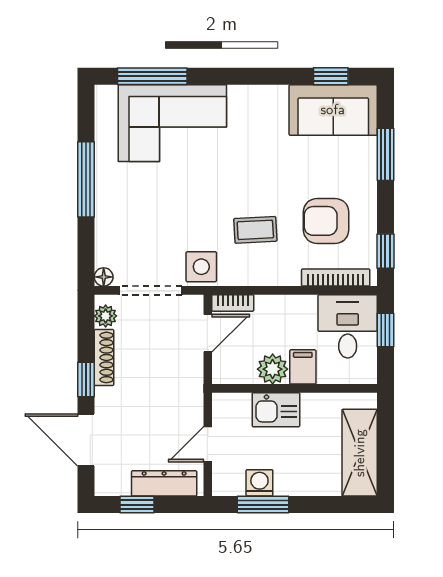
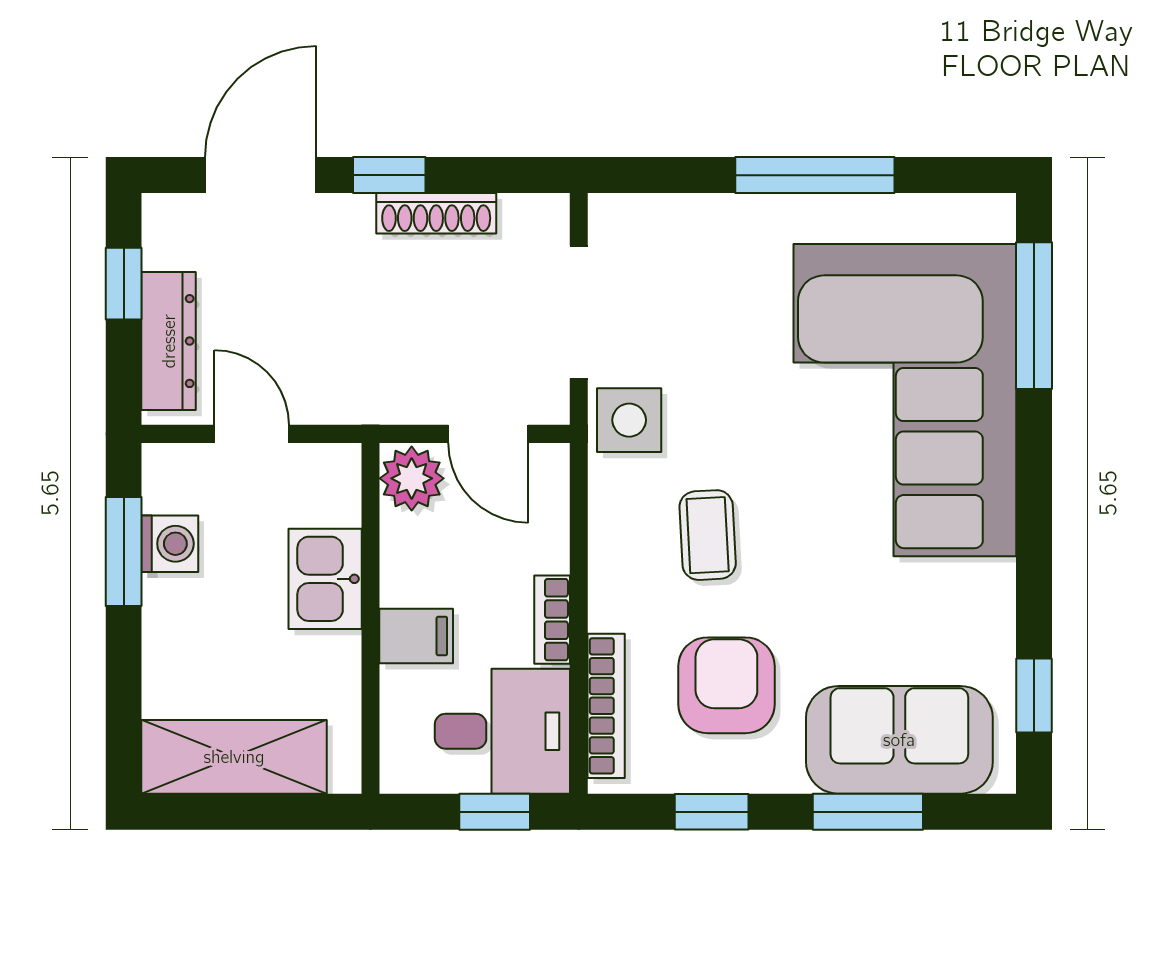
sofa: (333, 110) -> (899, 740), moved, turned 90
corner sofa: (172, 123) -> (905, 400), width x1.36, depth x1.36
window: (385, 251) -> (712, 812), moved
floor lamp: (104, 277) -> (607, 213), removed
bookcase: (233, 303) -> (552, 620), moved
plant: (106, 316) -> (524, 216), removed
plant: (273, 369) -> (412, 478), moved

